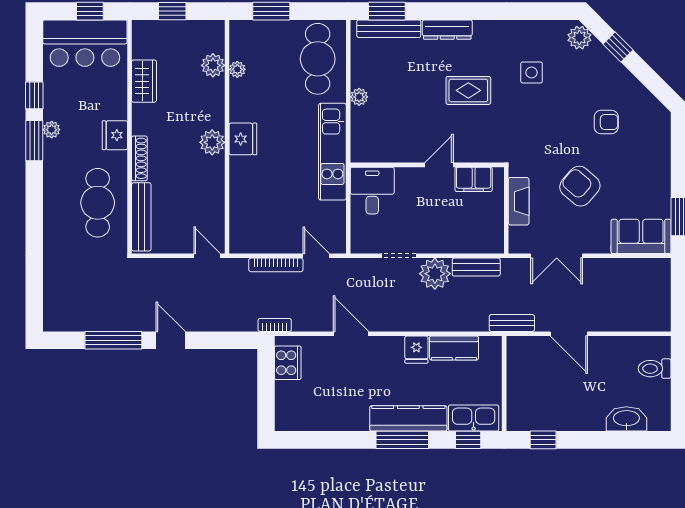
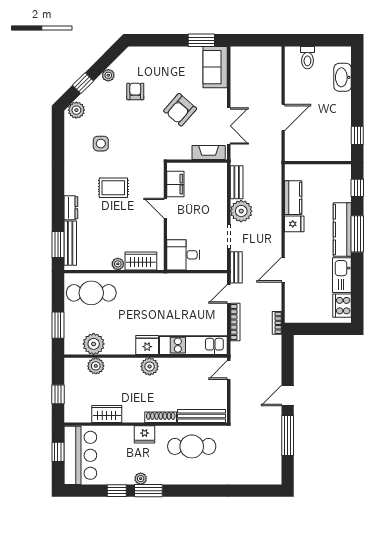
dresser: (447, 30) -> (71, 208), width x0.70
plant: (237, 69) -> (94, 344), width x1.88, depth x1.88
plant: (629, 83) -> (108, 75), added
rug: (468, 90) -> (113, 188), turned 90
wardrobe: (363, 130) -> (141, 261), added
kitchen unit: (332, 152) -> (193, 345), moved, turned 180
fireplace: (519, 201) -> (209, 153), moved
bench: (512, 323) -> (236, 267), moved
cooker: (288, 363) -> (342, 306), moved, turned -90
kitchen sink: (474, 418) -> (342, 275), moved

